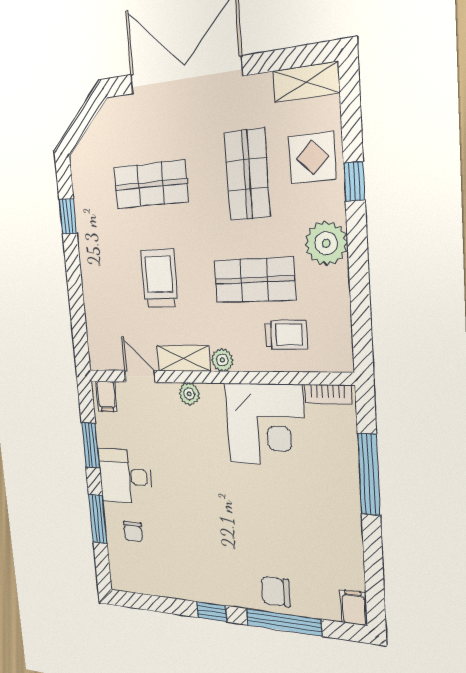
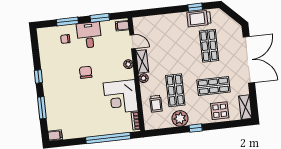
window: (354, 181) -> (196, 128), moved
plant: (326, 243) -> (180, 118), moved
trolley: (159, 278) -> (199, 19), moved, turned 180
door: (140, 376) -> (133, 42), hinge flipped
window: (369, 474) -> (108, 138), width x1.46
chair: (276, 592) -> (86, 72), moved
window: (284, 622) -> (42, 108), width x0.69

